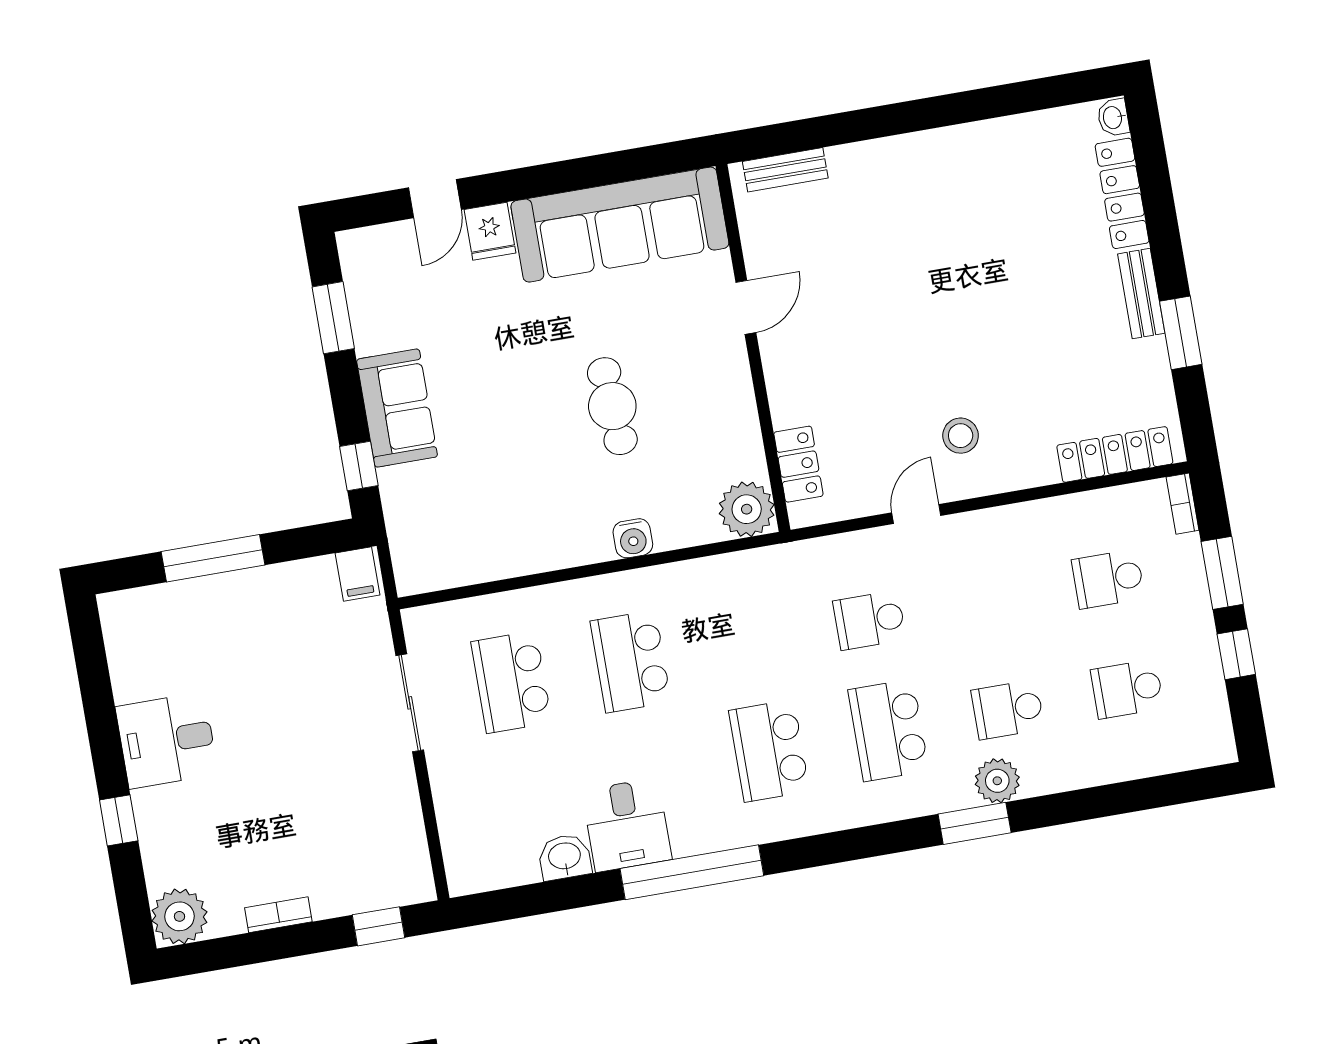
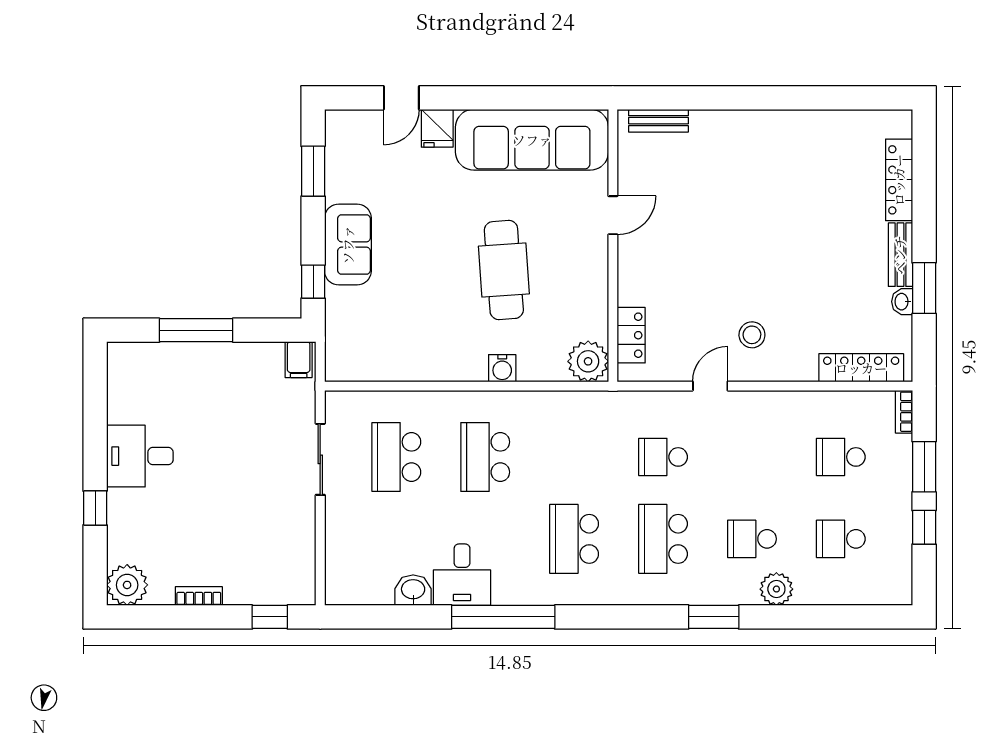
washbasin: (1113, 117) -> (902, 302), moved
cafe table: (612, 406) -> (504, 270), width x1.37, depth x1.35
plant: (997, 781) -> (776, 589), moved

